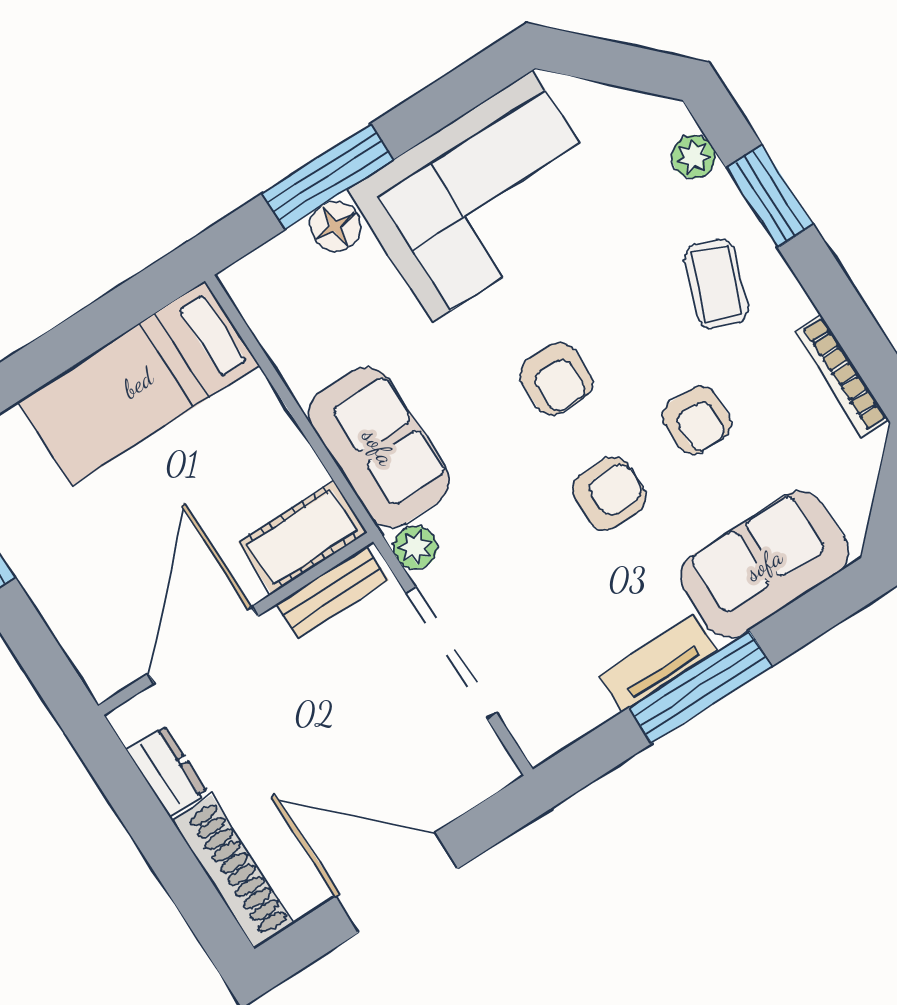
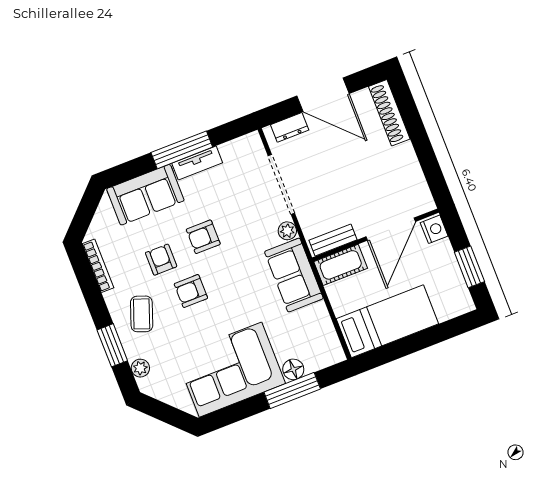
armchair: (556, 379) -> (191, 291), moved, turned -90
cot: (303, 537) -> (341, 265), moved
bench: (333, 592) -> (333, 240), moved
nightstand: (73, 621) -> (434, 229), added
wall: (236, 624) -> (376, 235), moved
door: (203, 645) -> (391, 229), moved
dresser: (167, 771) -> (290, 127), moved, turned -90

